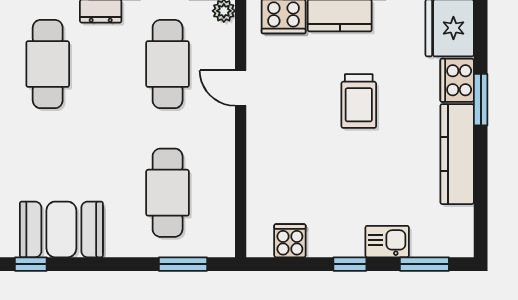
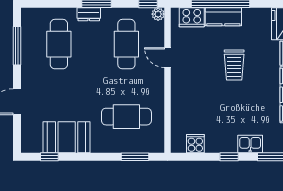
cafe table: (168, 193) -> (126, 117), turned 90

